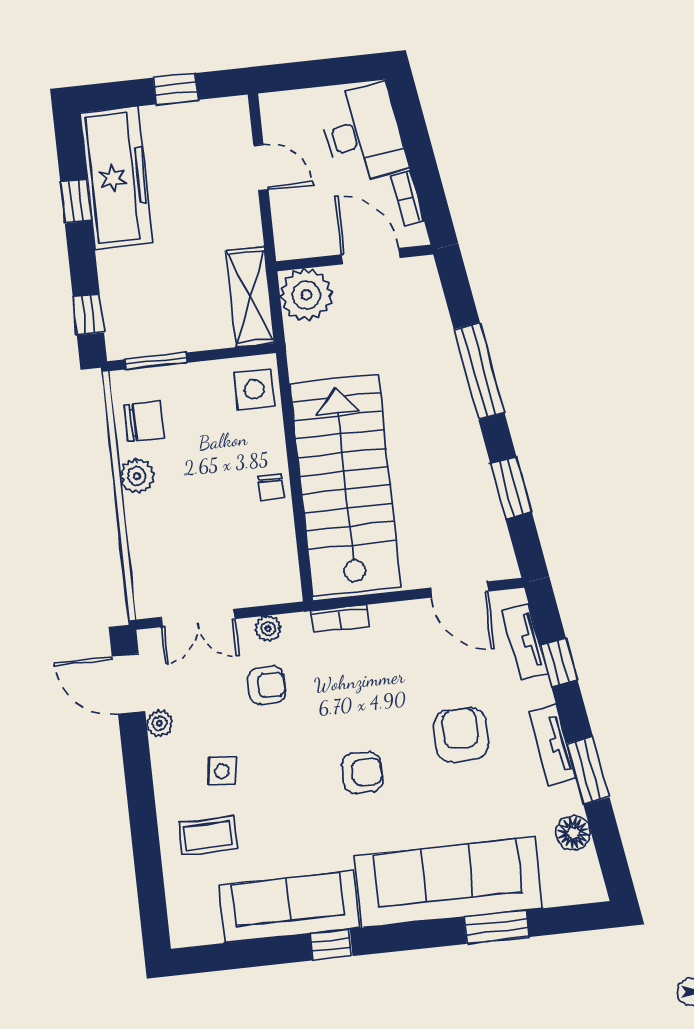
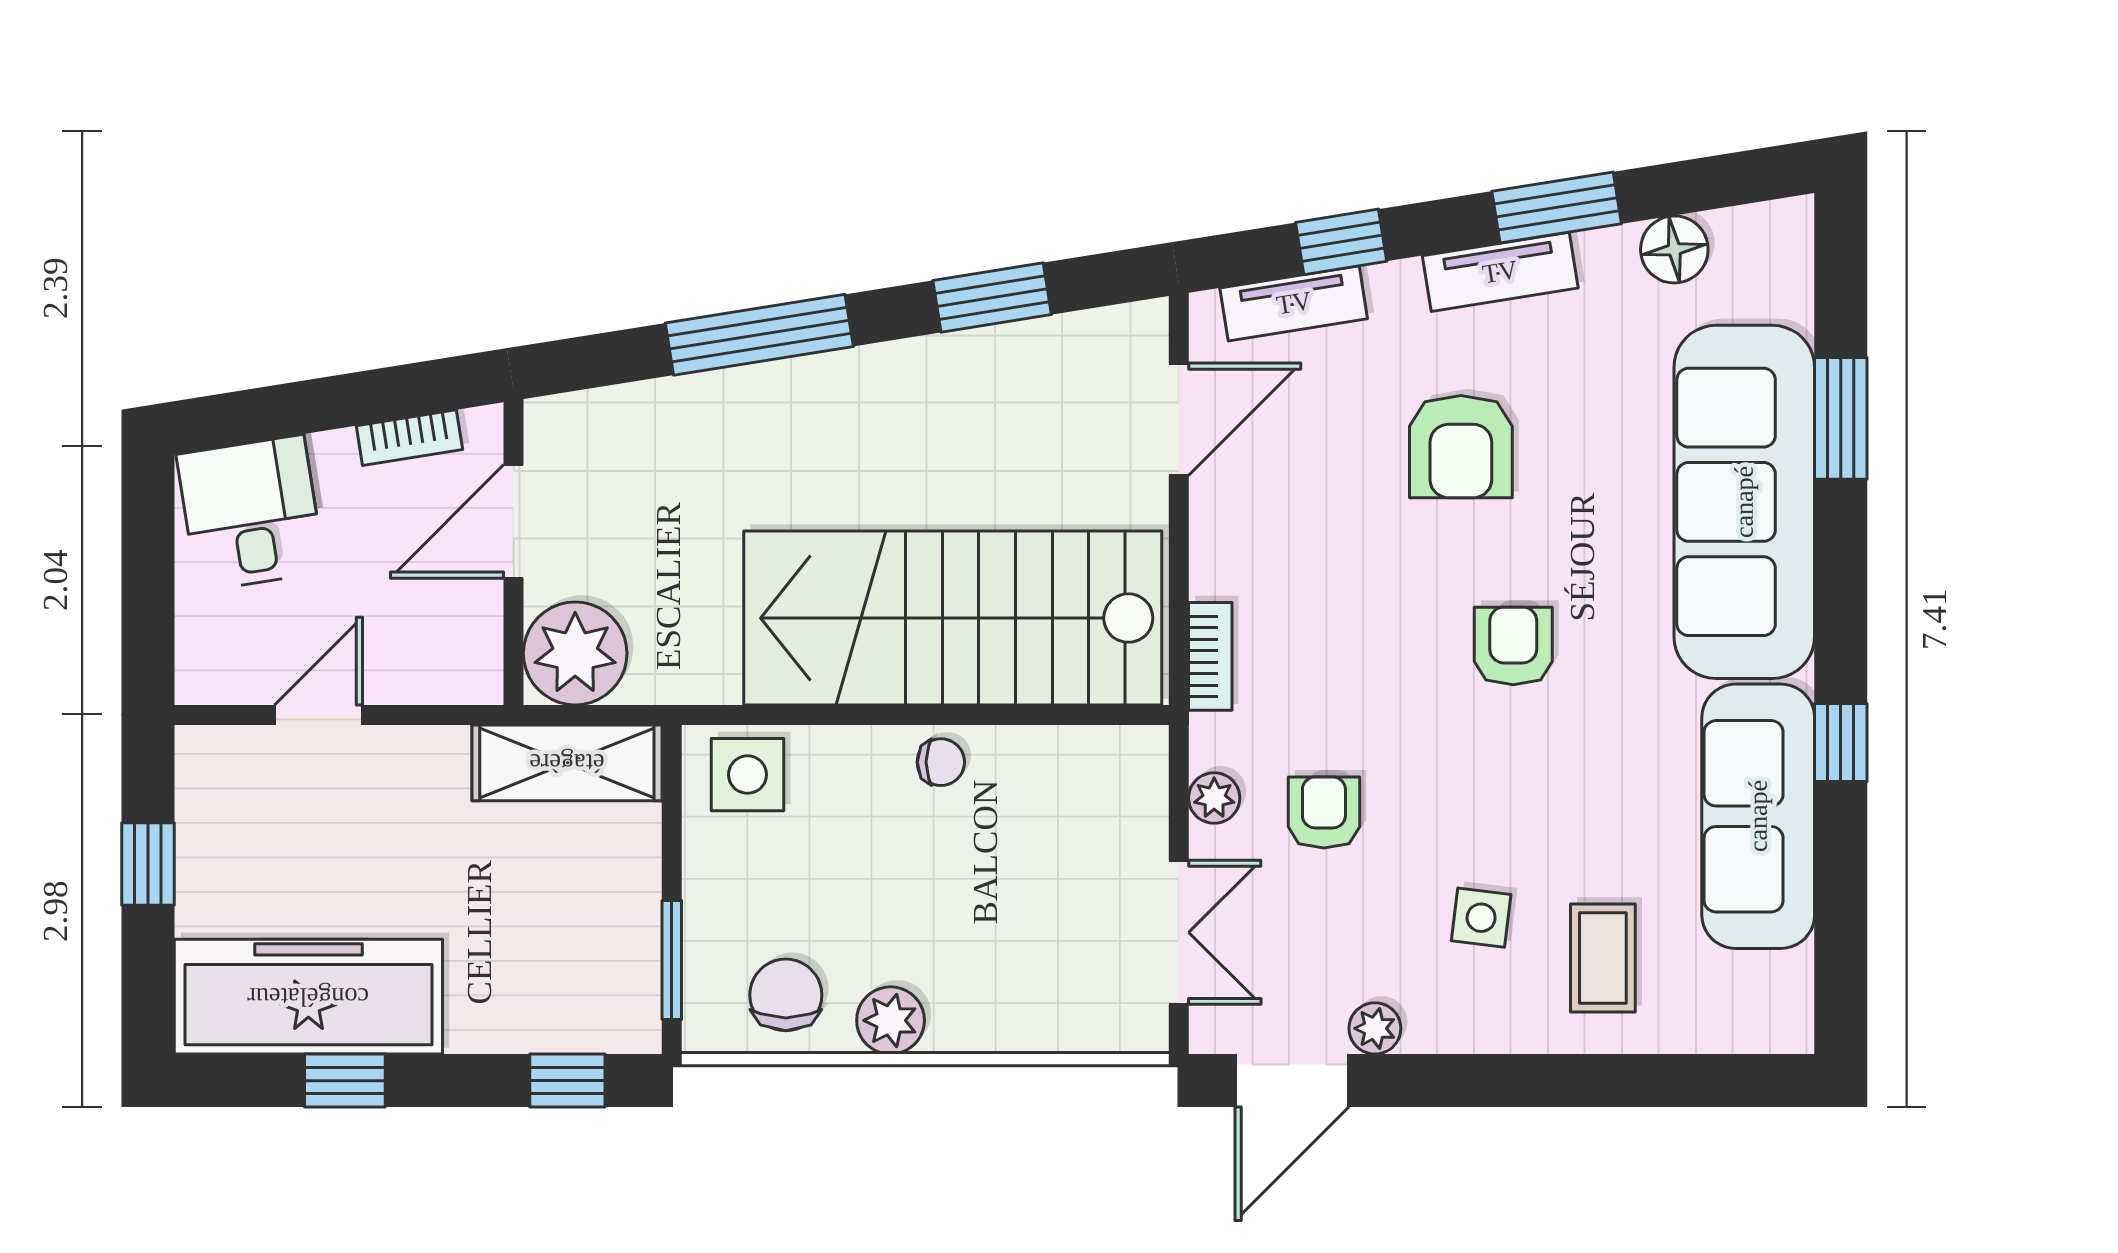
desk: (363, 134) -> (251, 513), width x0.73
armchair: (461, 735) -> (1461, 447), turned -90

